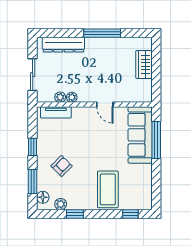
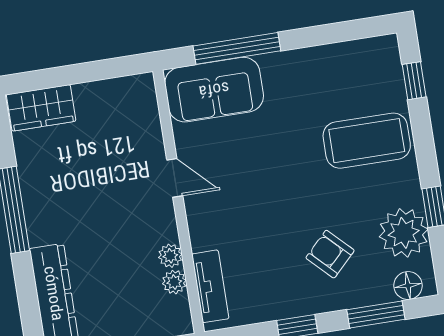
wardrobe: (144, 65) -> (41, 108), moved
door: (105, 104) -> (175, 178), hinge flipped
sofa: (140, 135) -> (214, 90), width x0.73
plant: (61, 204) -> (404, 233), width x1.87, depth x1.87

